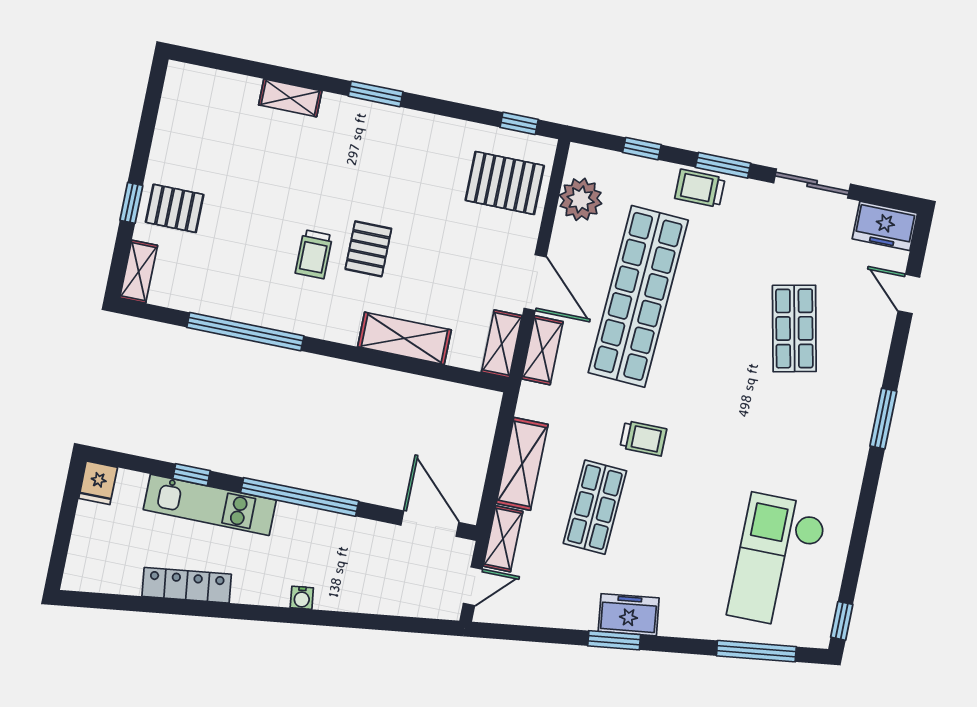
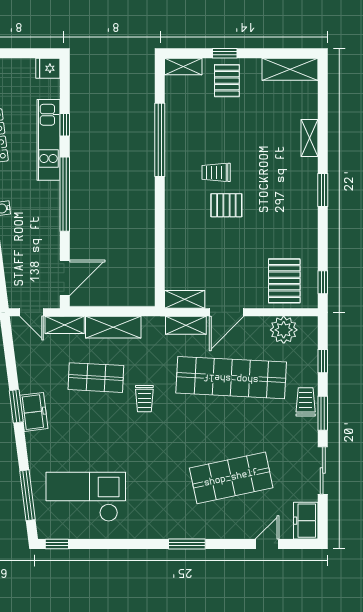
shop shelf: (794, 328) -> (231, 478), width x1.43, depth x1.36
shelving: (404, 338) -> (290, 69), moved, turned 90

